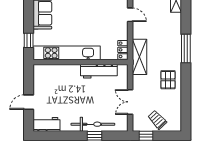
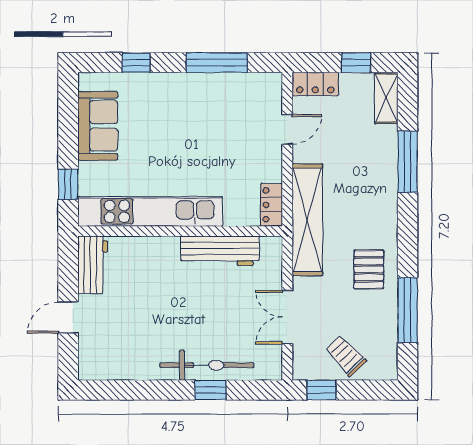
door: (130, 15) -> (287, 129), hinge flipped
window: (186, 49) -> (408, 162), moved
shelving: (139, 57) -> (307, 220), width x1.47
window: (186, 99) -> (408, 310), added
workbench: (46, 124) -> (93, 265), moved, turned 90

